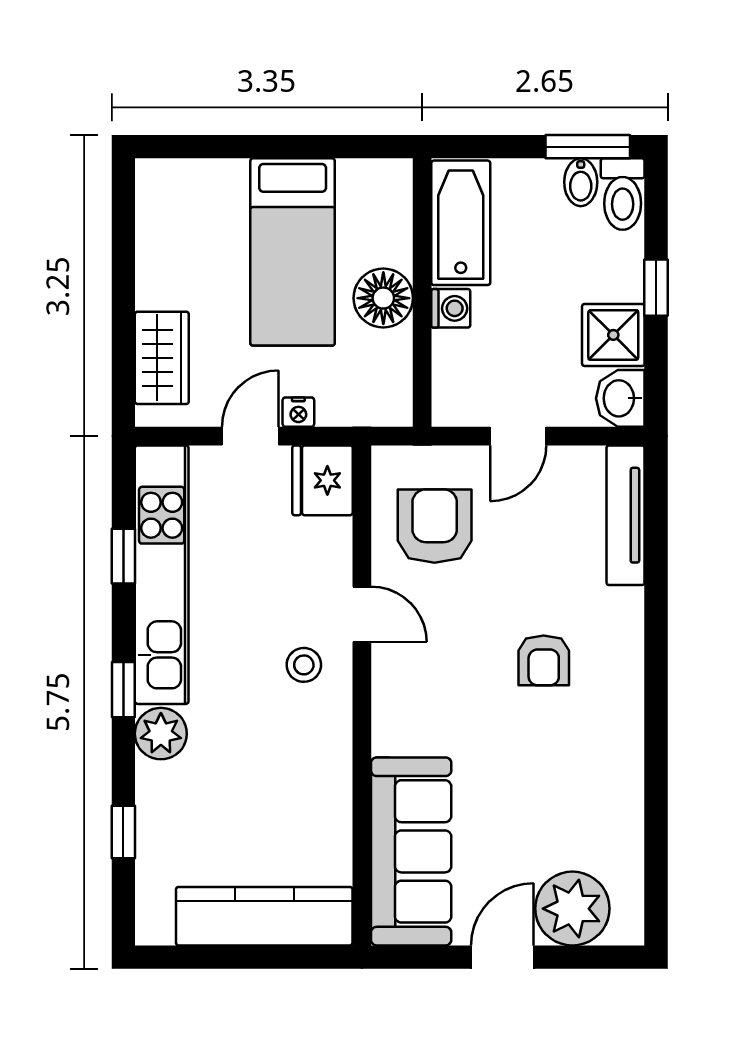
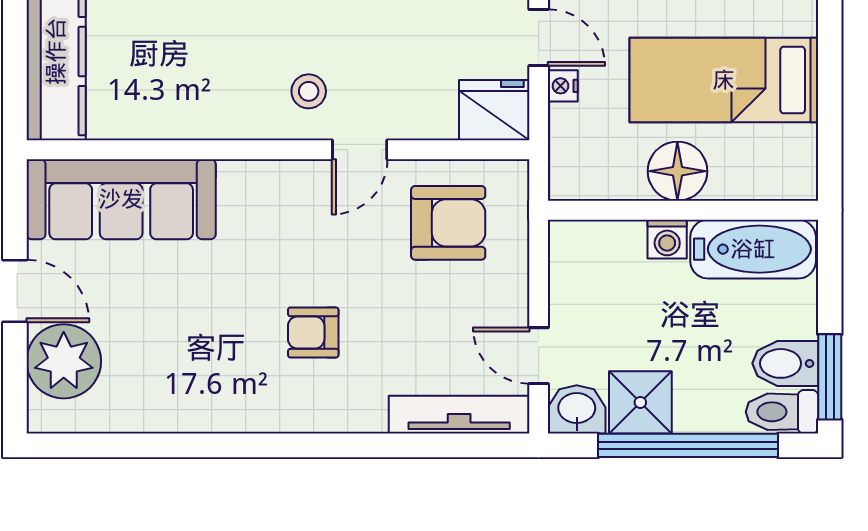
bidet: (581, 182) -> (785, 363), width x1.38, depth x1.36
window: (656, 288) -> (688, 445), width x3.17
door: (518, 436) -> (539, 356), moved

